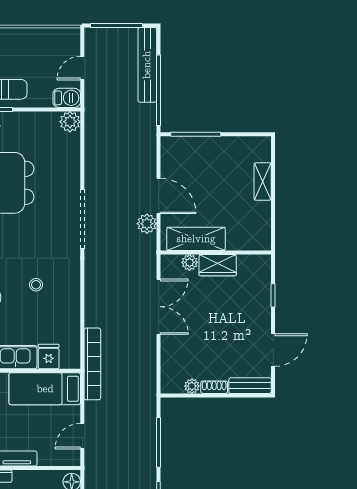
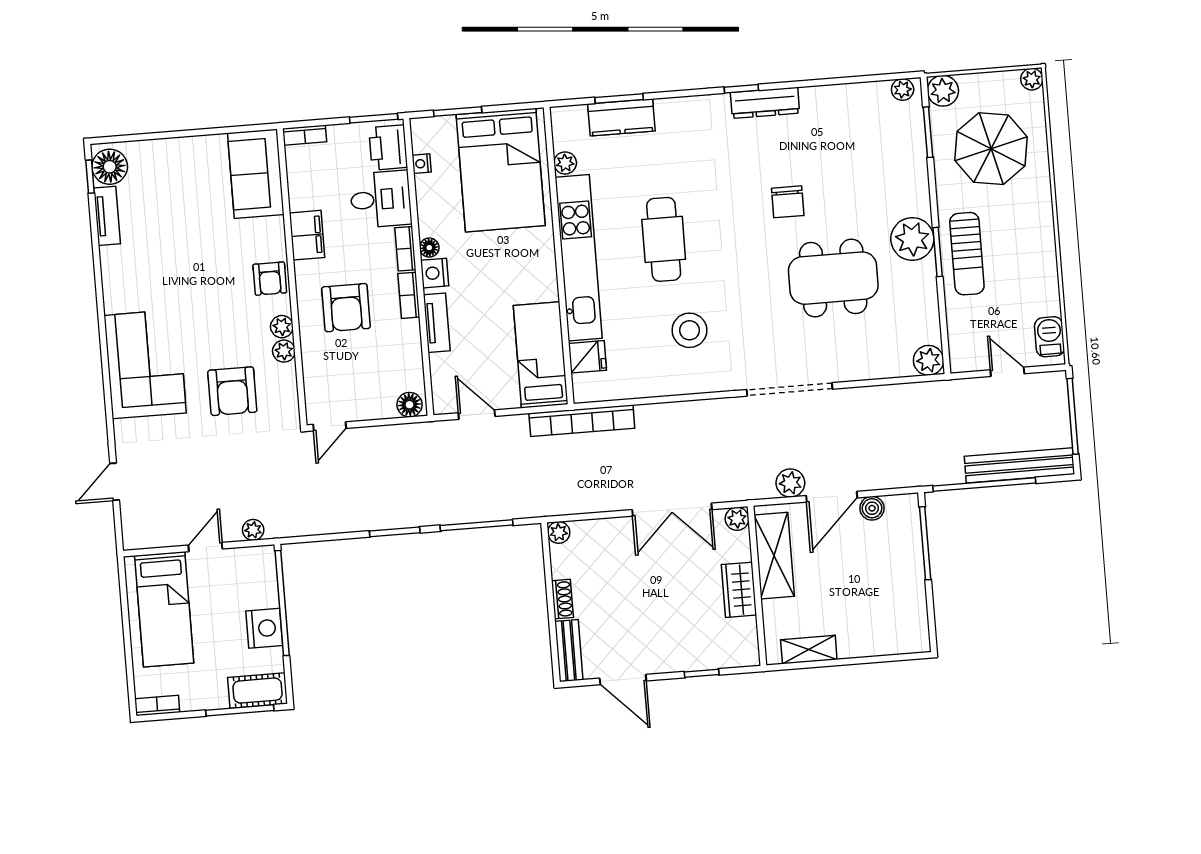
barbecue: (67, 98) -> (1049, 337), moved, turned 180
boiler: (169, 169) -> (872, 508), added
shelving: (263, 182) -> (809, 650), moved
plant: (190, 262) -> (737, 519), moved
stool: (36, 285) -> (689, 330), width x1.89, depth x1.89
plant: (192, 386) -> (559, 532), moved

